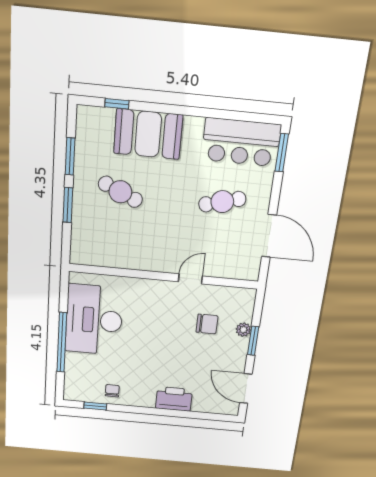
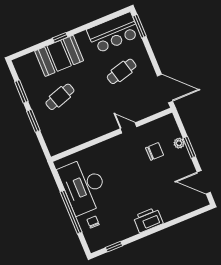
window: (117, 104) -> (60, 38), moved
cafe table: (120, 192) -> (60, 97), turned -42
door: (269, 236) -> (165, 89), moved
door: (190, 279) -> (129, 128), hinge flipped
chair: (112, 391) -> (93, 222), moved
printer: (174, 399) -> (148, 220), moved

